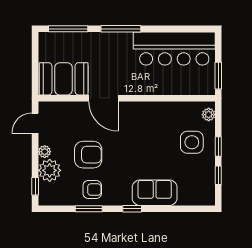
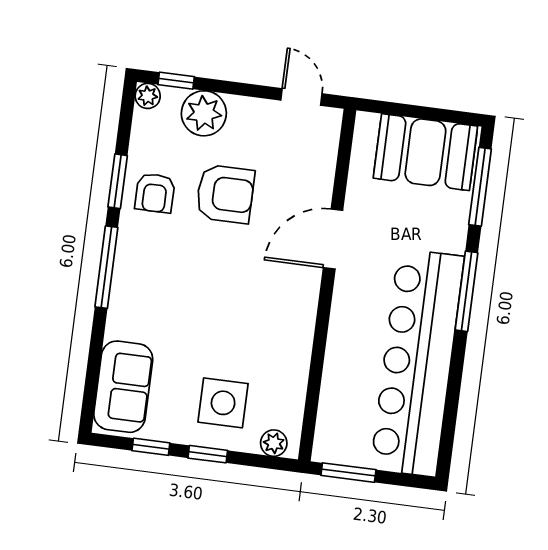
bar counter: (174, 49) -> (417, 363), width x1.36
booth: (64, 79) -> (425, 152), moved, turned 90
plant: (45, 152) -> (148, 96), moved
armchair: (88, 155) -> (225, 194), turned -90
sofa: (155, 193) -> (123, 387), moved
window: (132, 209) -> (106, 267), width x2.17

